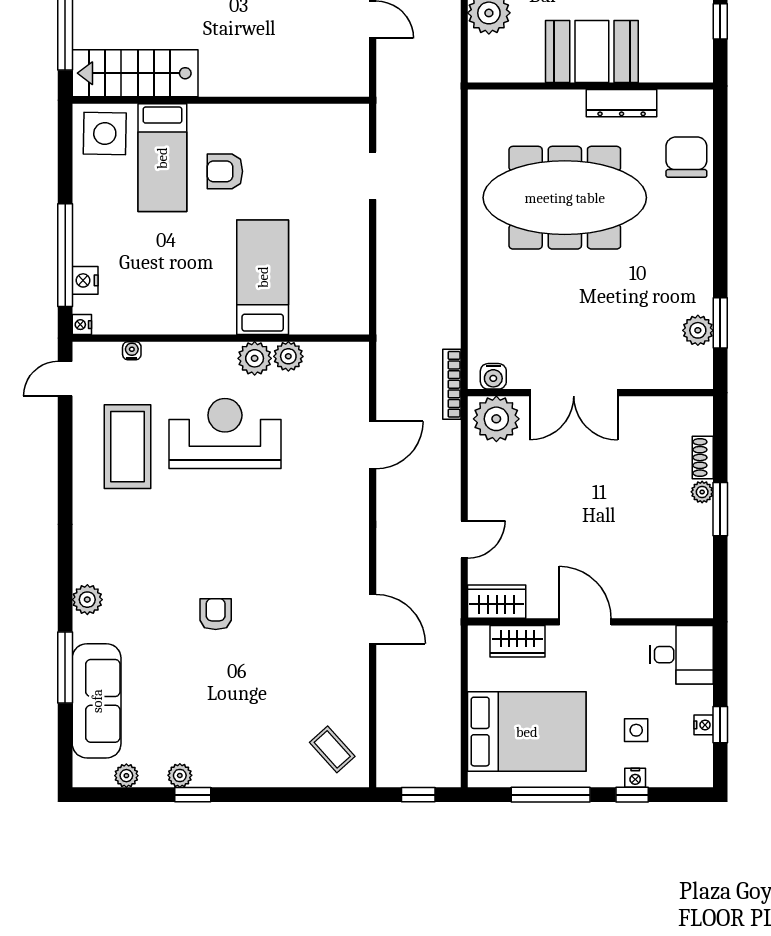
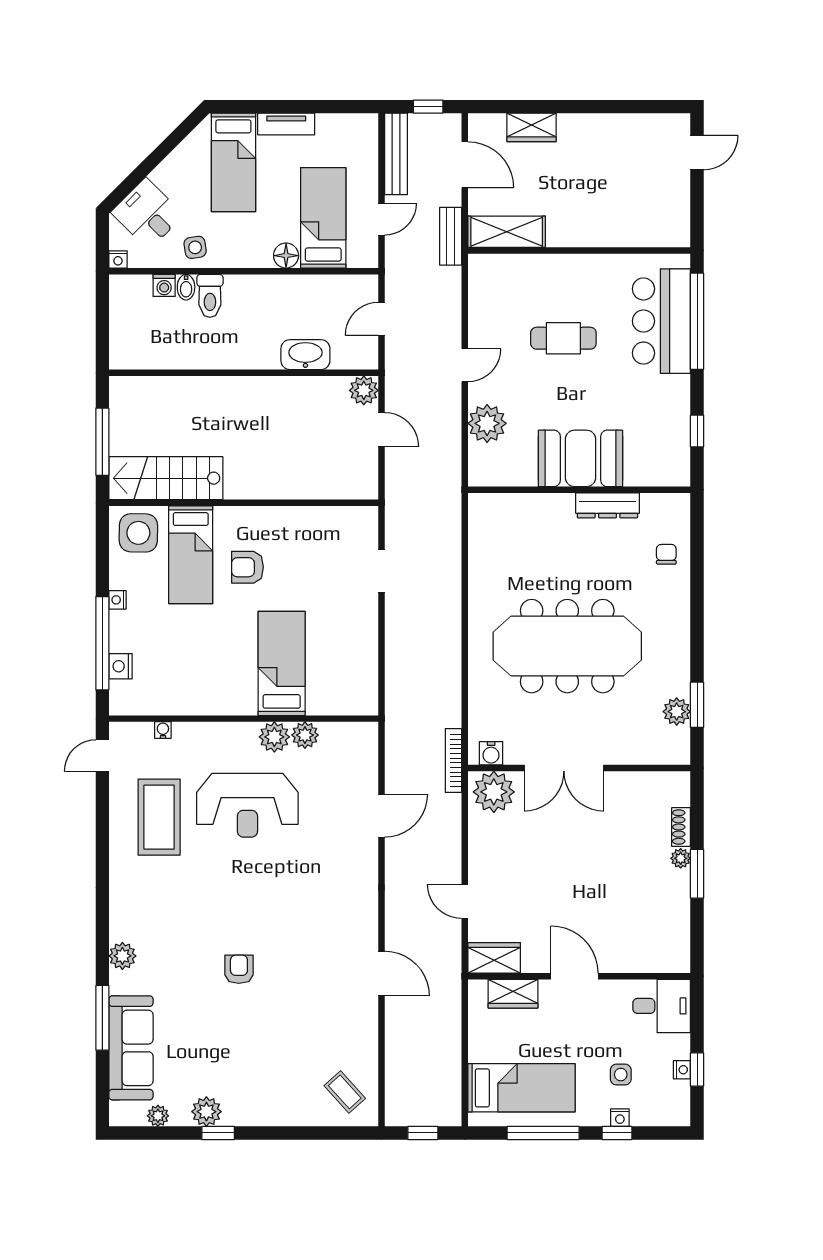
chair: (686, 157) -> (666, 554), width x0.54, depth x0.54
meeting table: (565, 198) -> (567, 646), moved
nightstand: (82, 325) -> (118, 600), moved
reception desk: (225, 434) -> (247, 805), turned 180
door: (464, 539) -> (465, 901), swing flipped
bed: (527, 732) -> (521, 1088), width x0.67
plant: (180, 775) -> (206, 1112), width x1.38, depth x1.38

